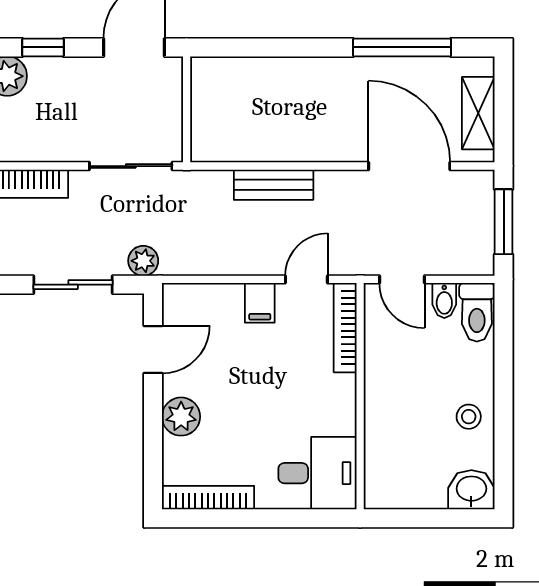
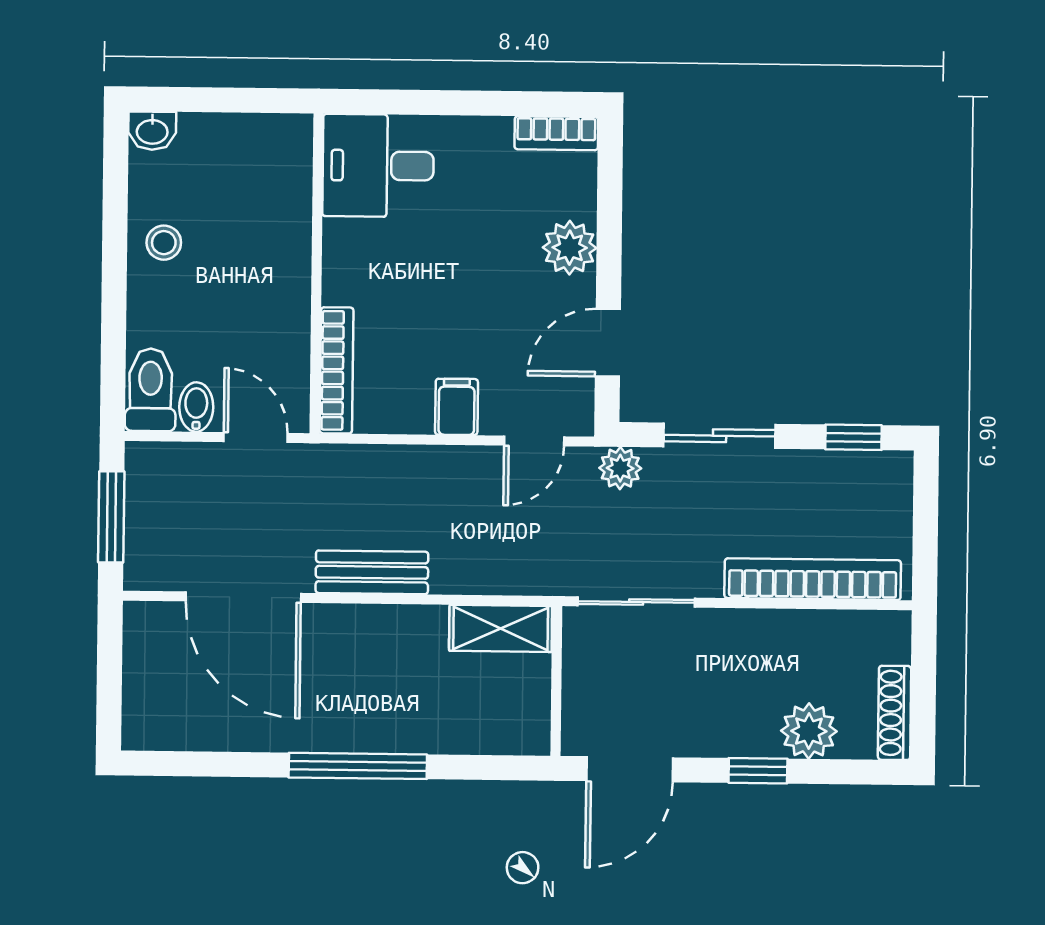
window: (402, 47) -> (358, 766), moved
shelving: (478, 113) -> (501, 628), moved, turned 90
bench: (274, 185) -> (372, 572), moved
door: (306, 279) -> (534, 441), moved
washbasin: (471, 490) -> (152, 131), width x0.72, depth x0.69
bookcase: (208, 498) -> (556, 133), width x0.64

